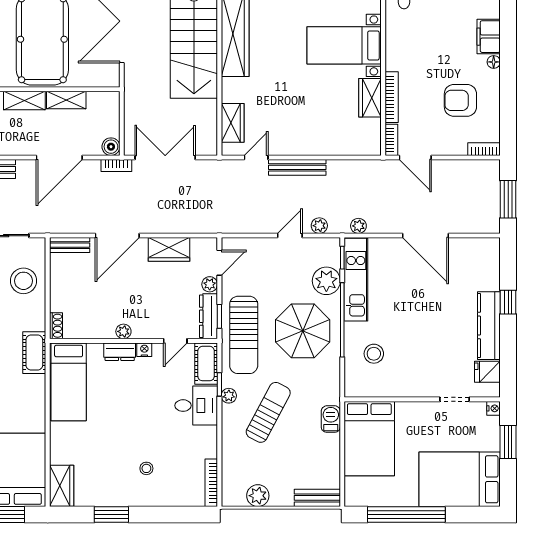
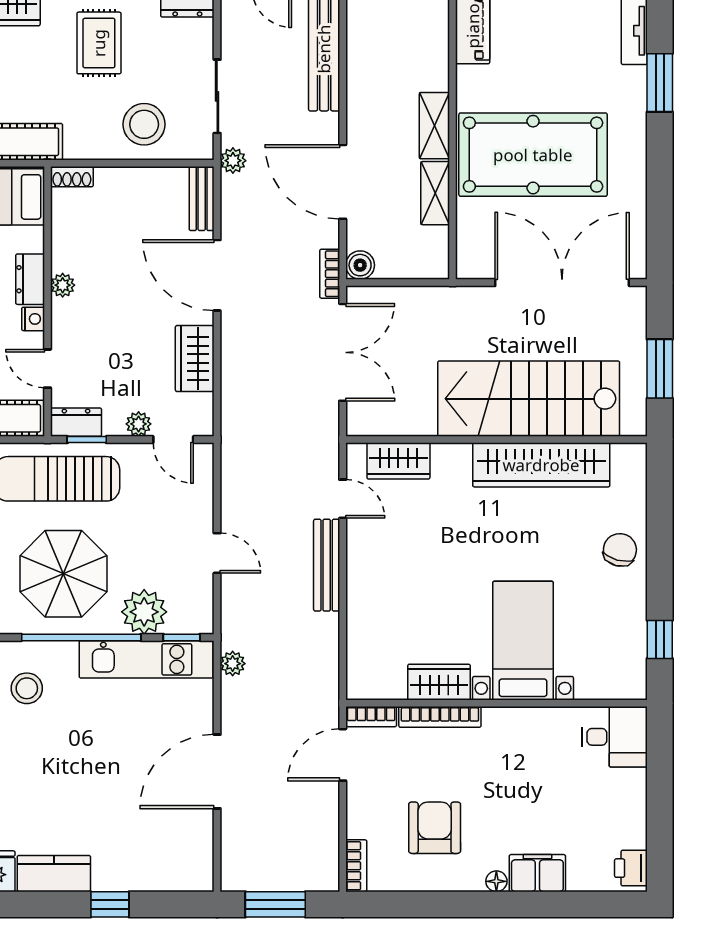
plant: (319, 226) -> (233, 161), moved
dresser: (209, 316) -> (76, 422), width x0.70
kitchen counter: (489, 326) -> (54, 874), width x0.67

